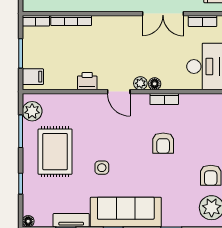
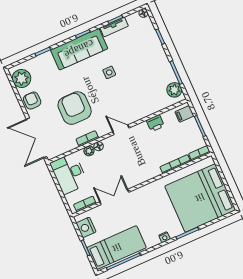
printer: (87, 81) -> (155, 123), moved
plant: (140, 83) -> (89, 151), moved
armchair: (163, 143) -> (75, 108), width x1.88, depth x1.88
rug: (55, 152) -> (146, 69), removed

